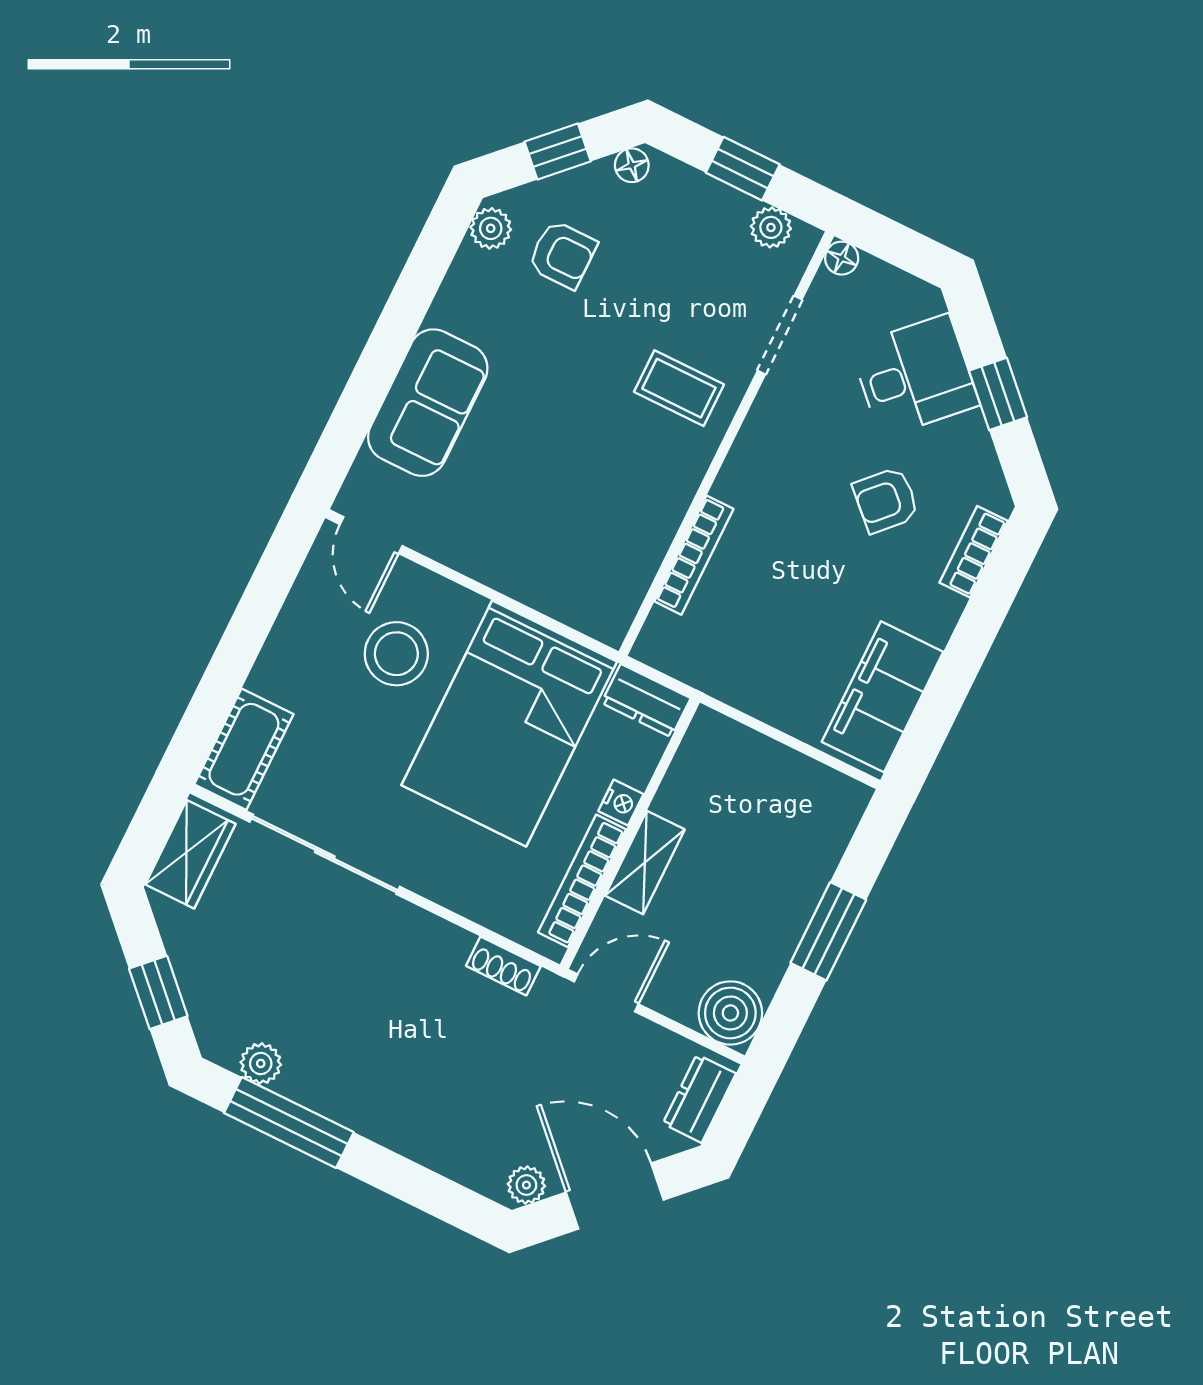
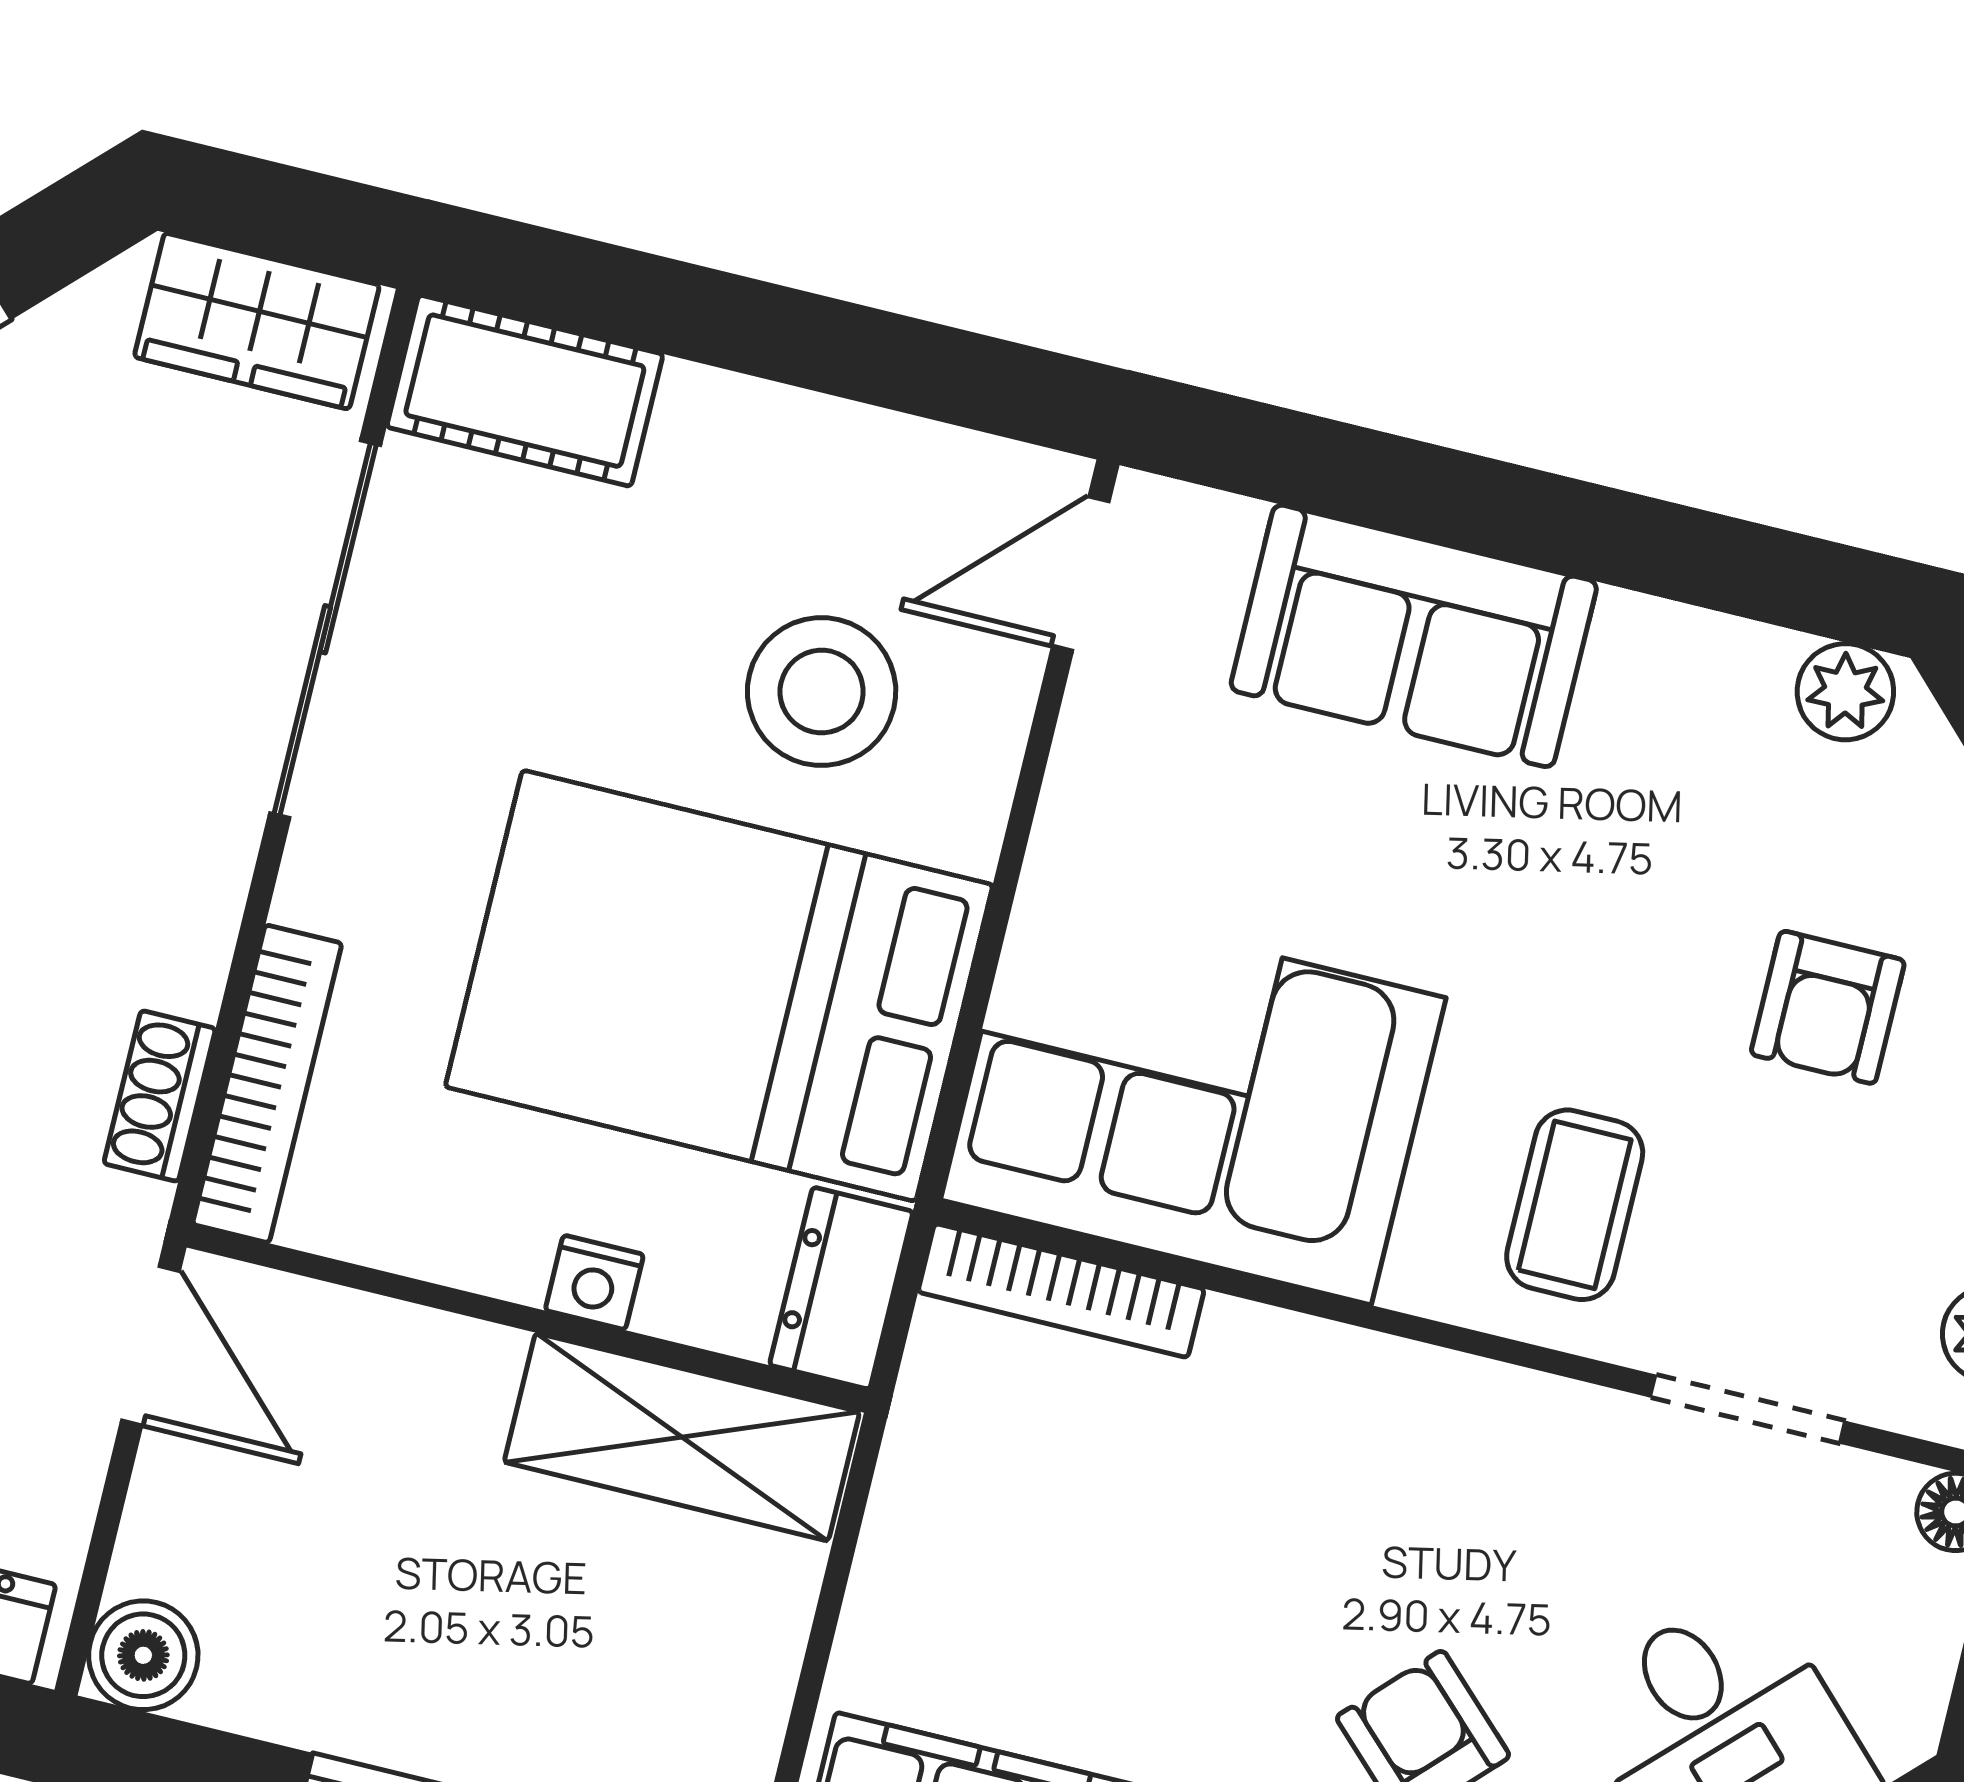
armchair: (562, 255) -> (1828, 1007), moved
corner sofa: (600, 537) -> (1193, 1099), added
bookcase: (694, 555) -> (1061, 1291), moved
shelving: (645, 863) -> (682, 1437), moved, width x1.50, depth x1.33
bookcase: (582, 881) -> (267, 1084), moved, turned 90
boiler: (730, 1013) -> (143, 1655), width x0.73, depth x0.73

